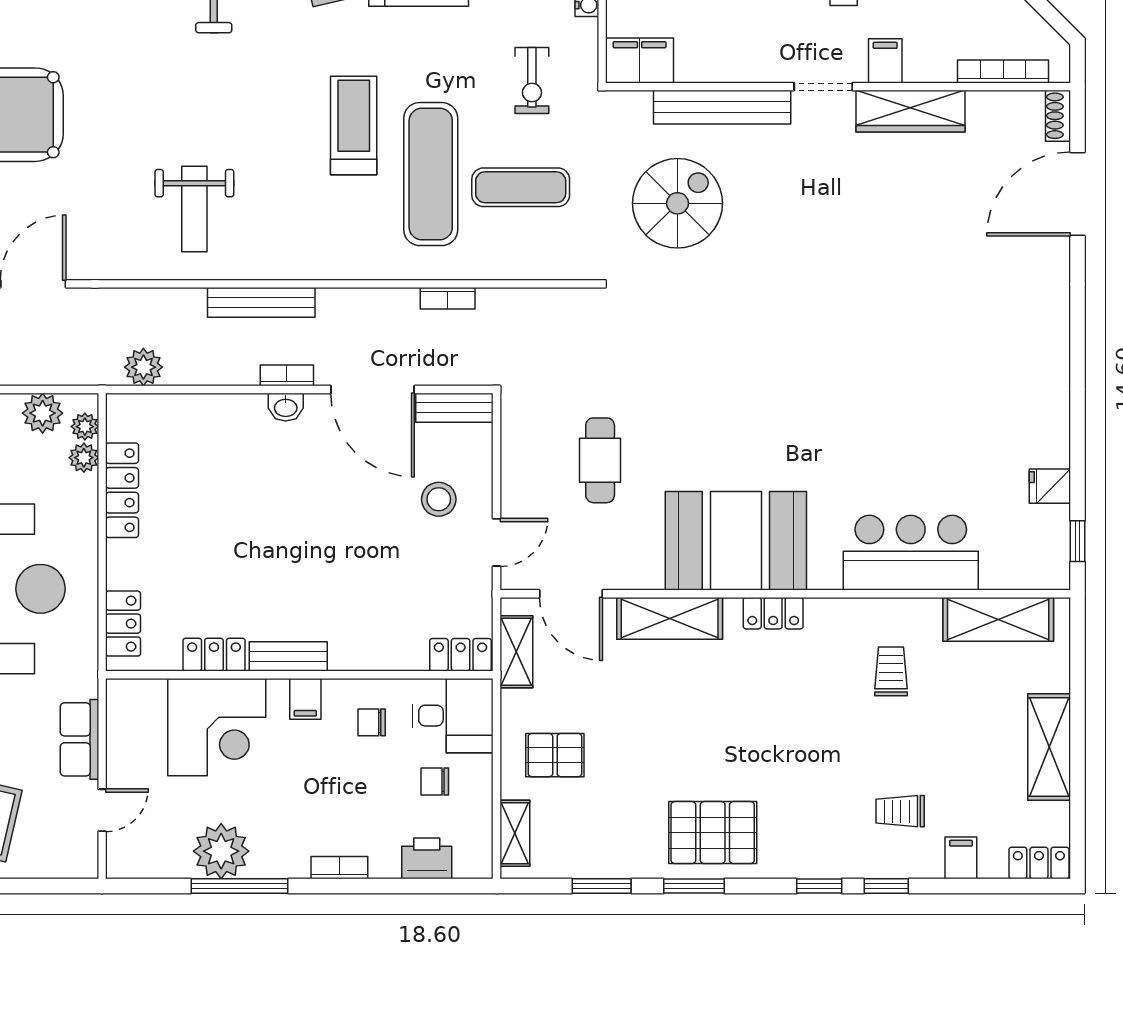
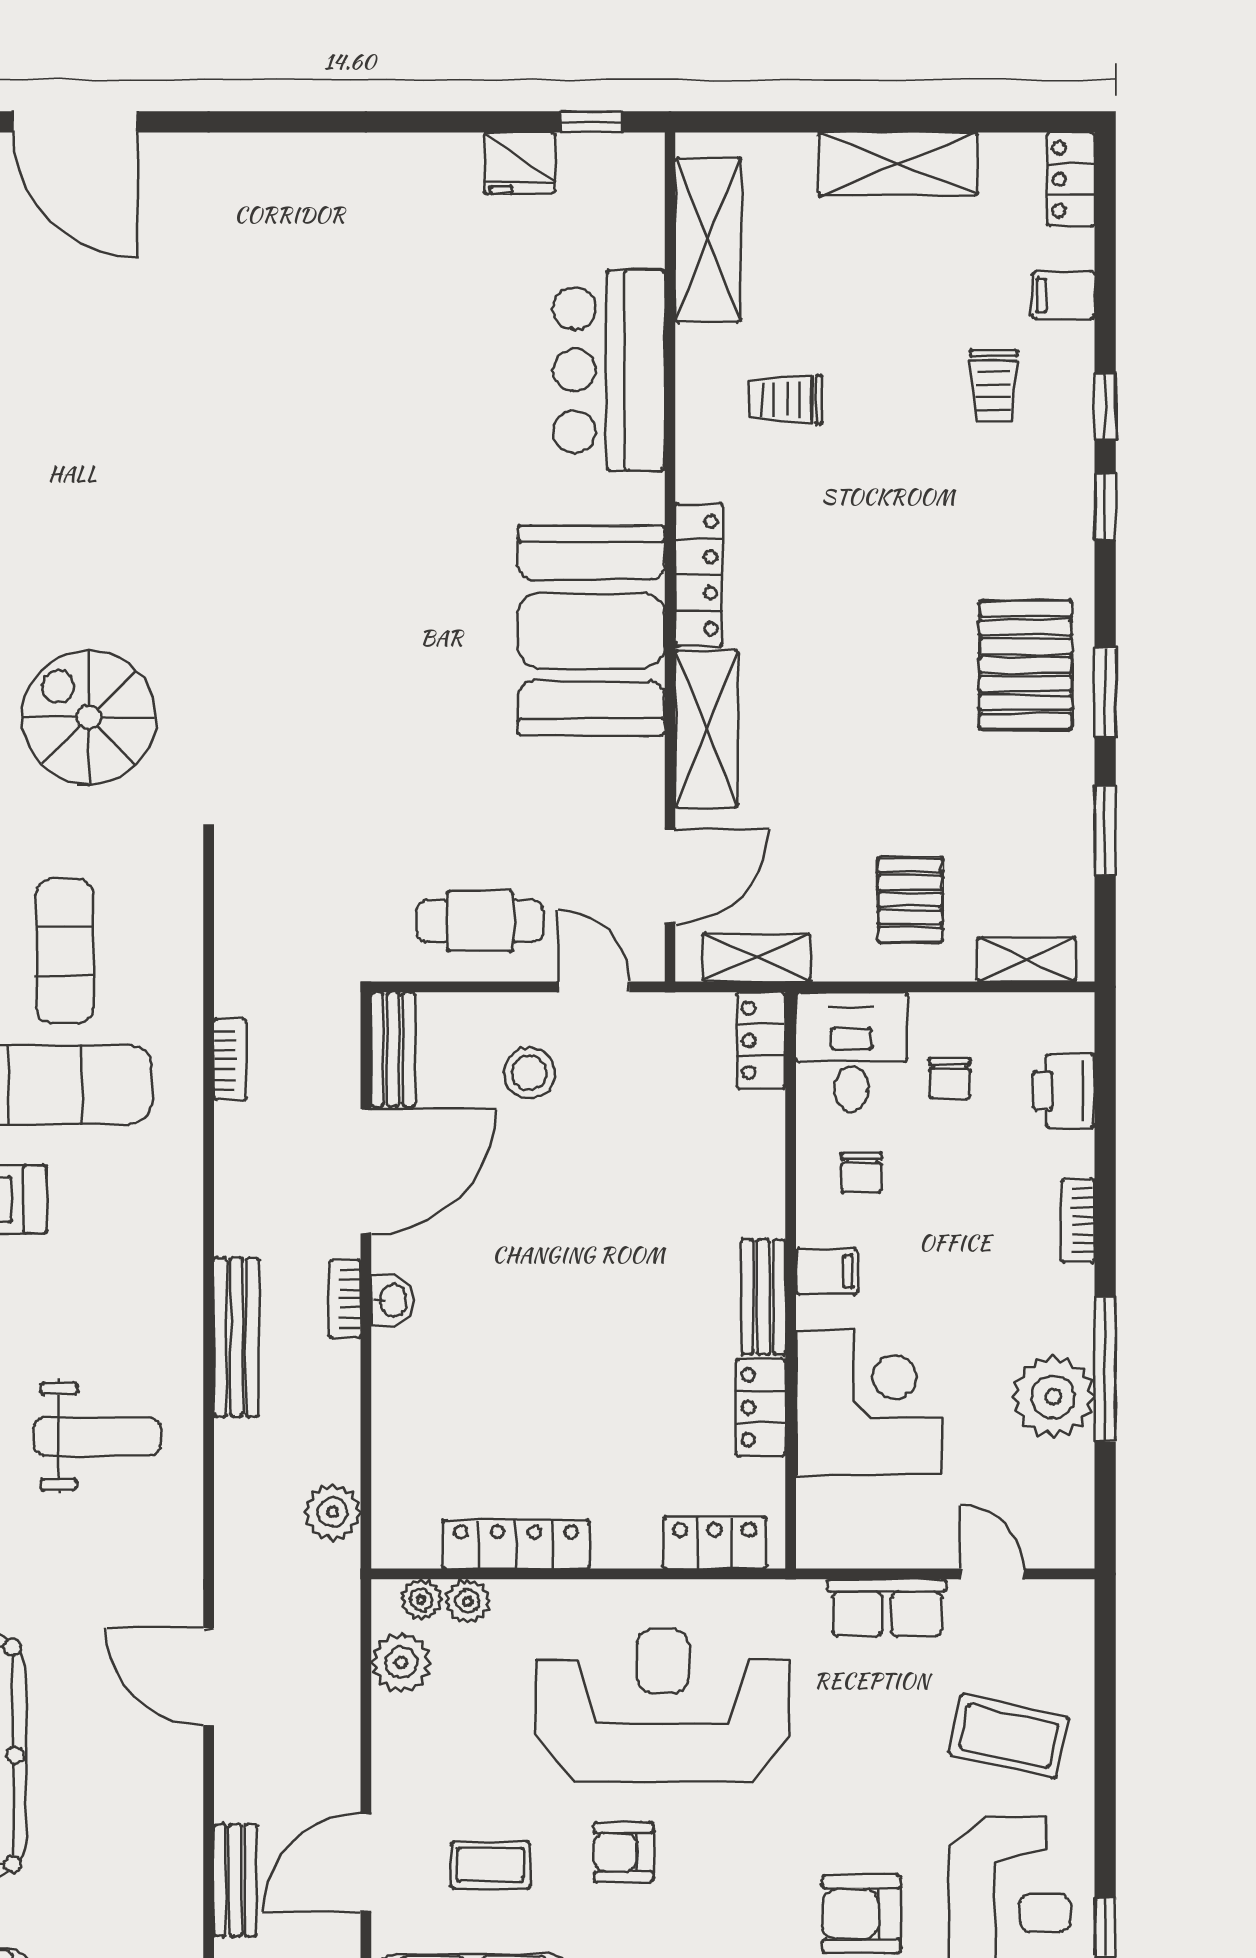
cafe table: (600, 460) -> (480, 921), moved
fridge: (1050, 486) -> (520, 163), width x1.38
locker: (773, 613) -> (699, 575), width x1.53

